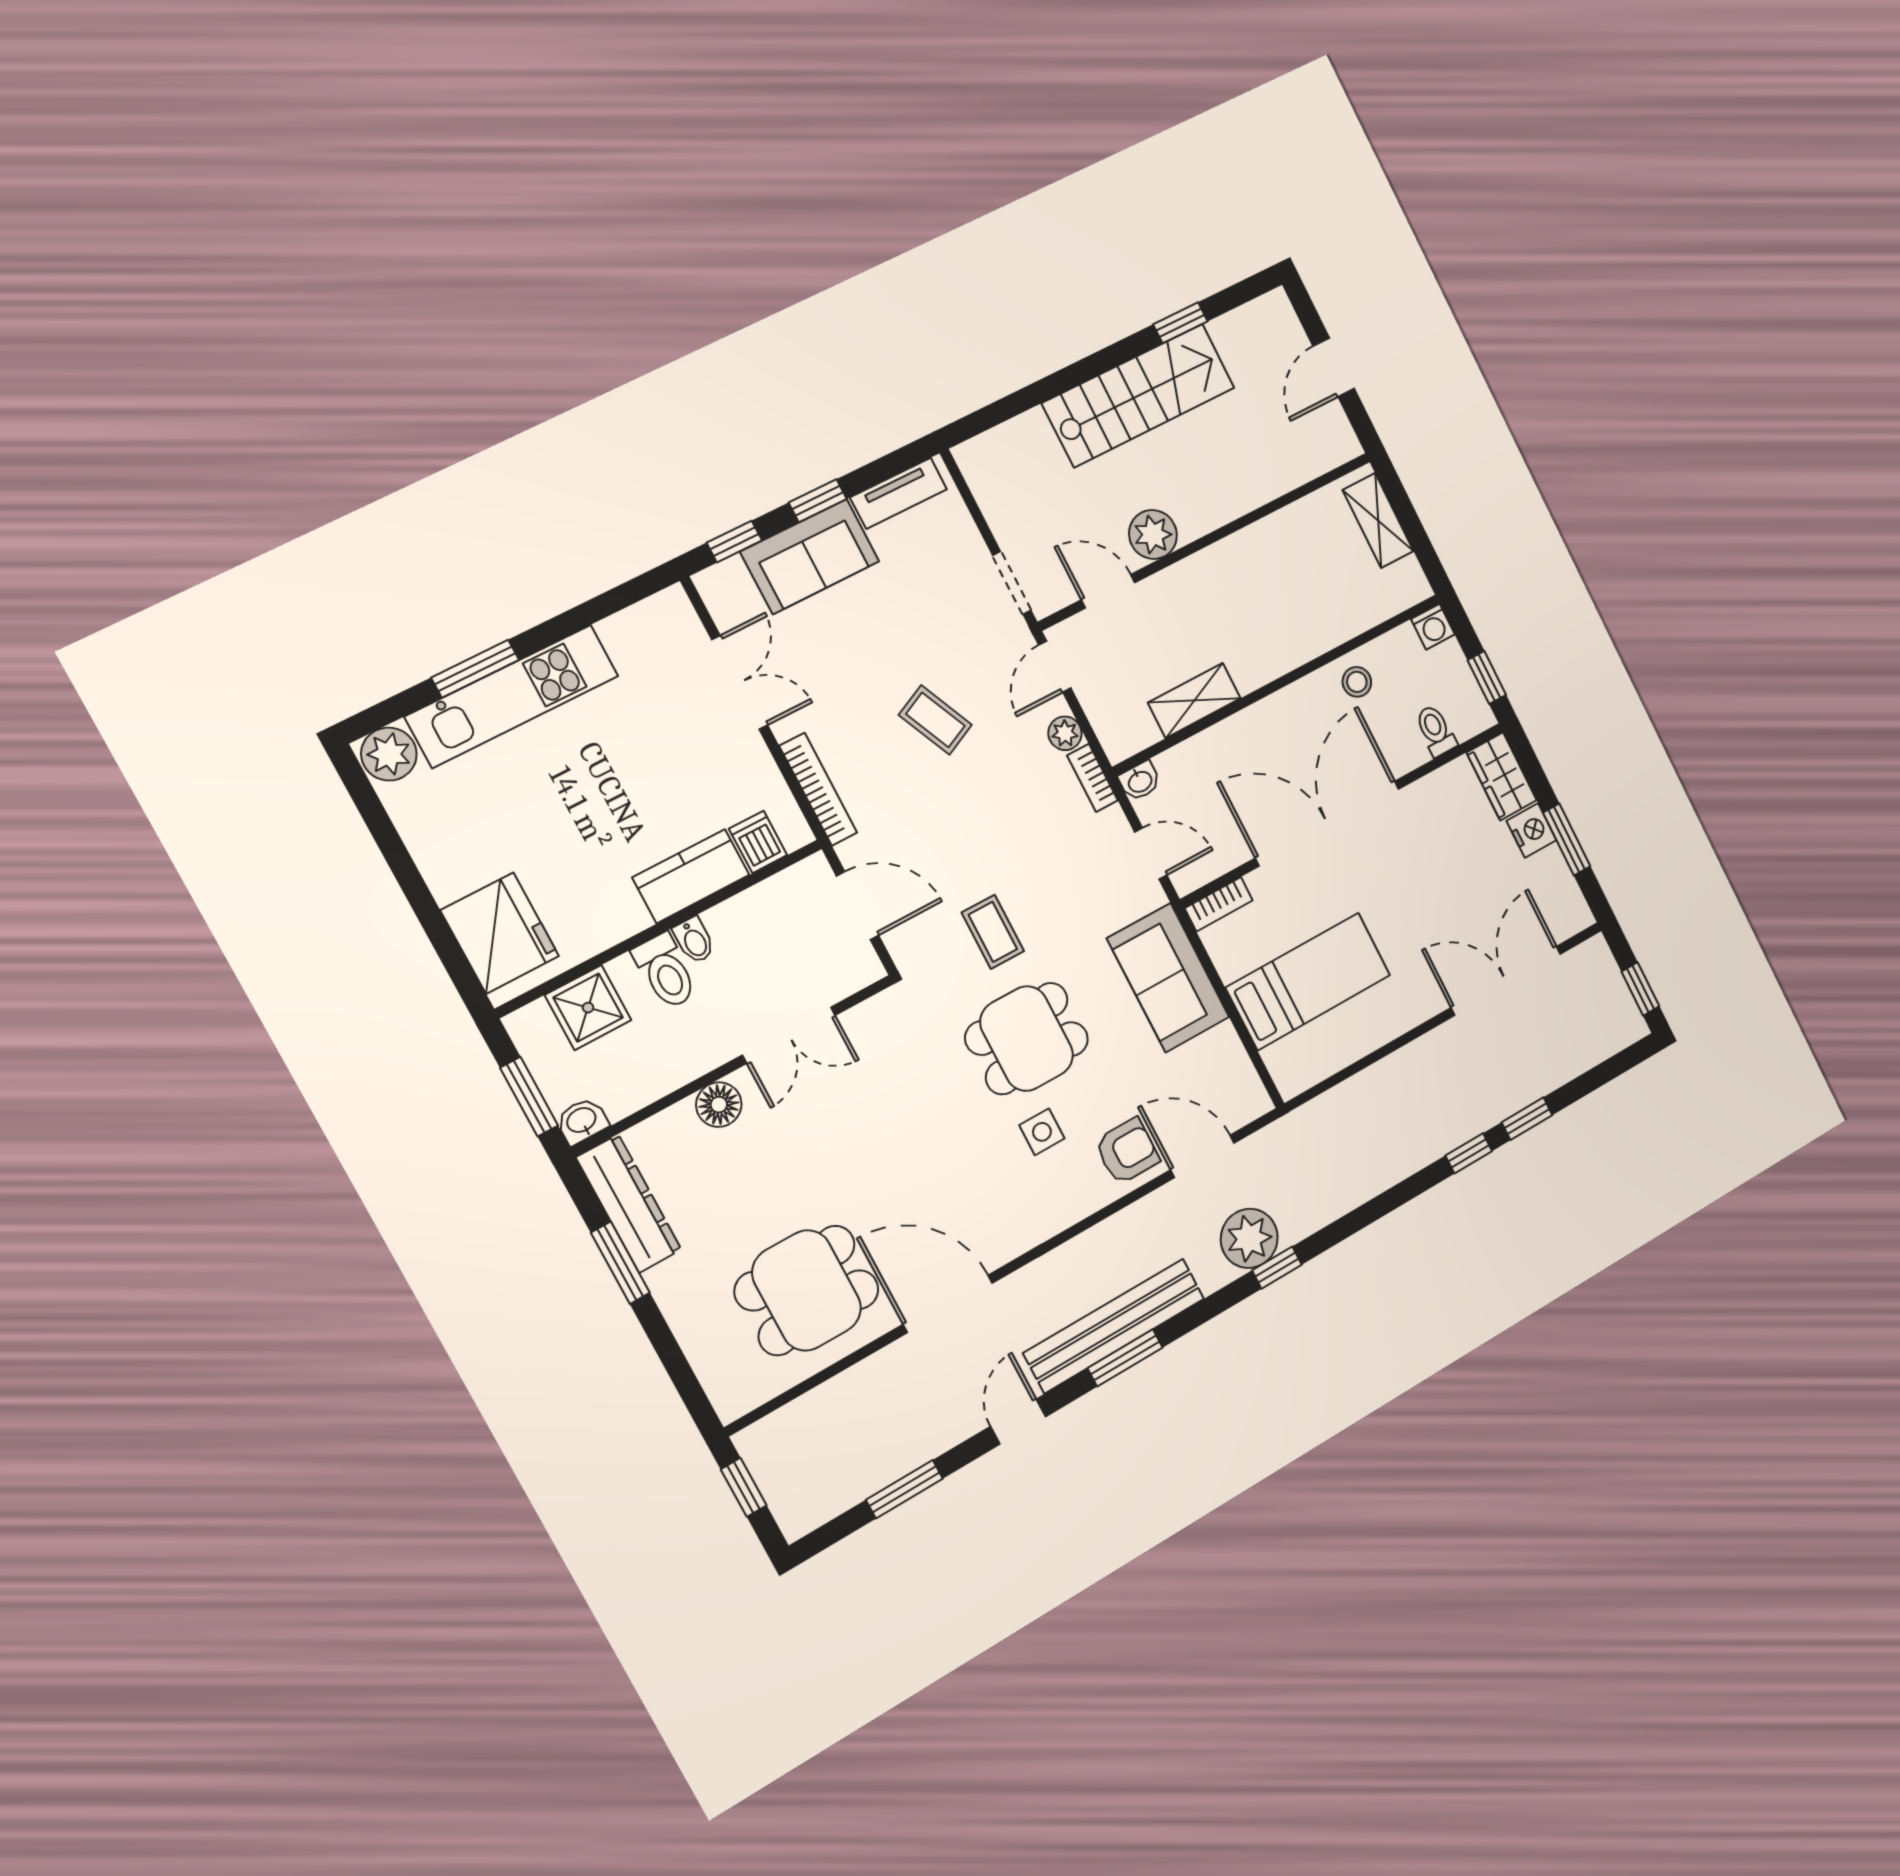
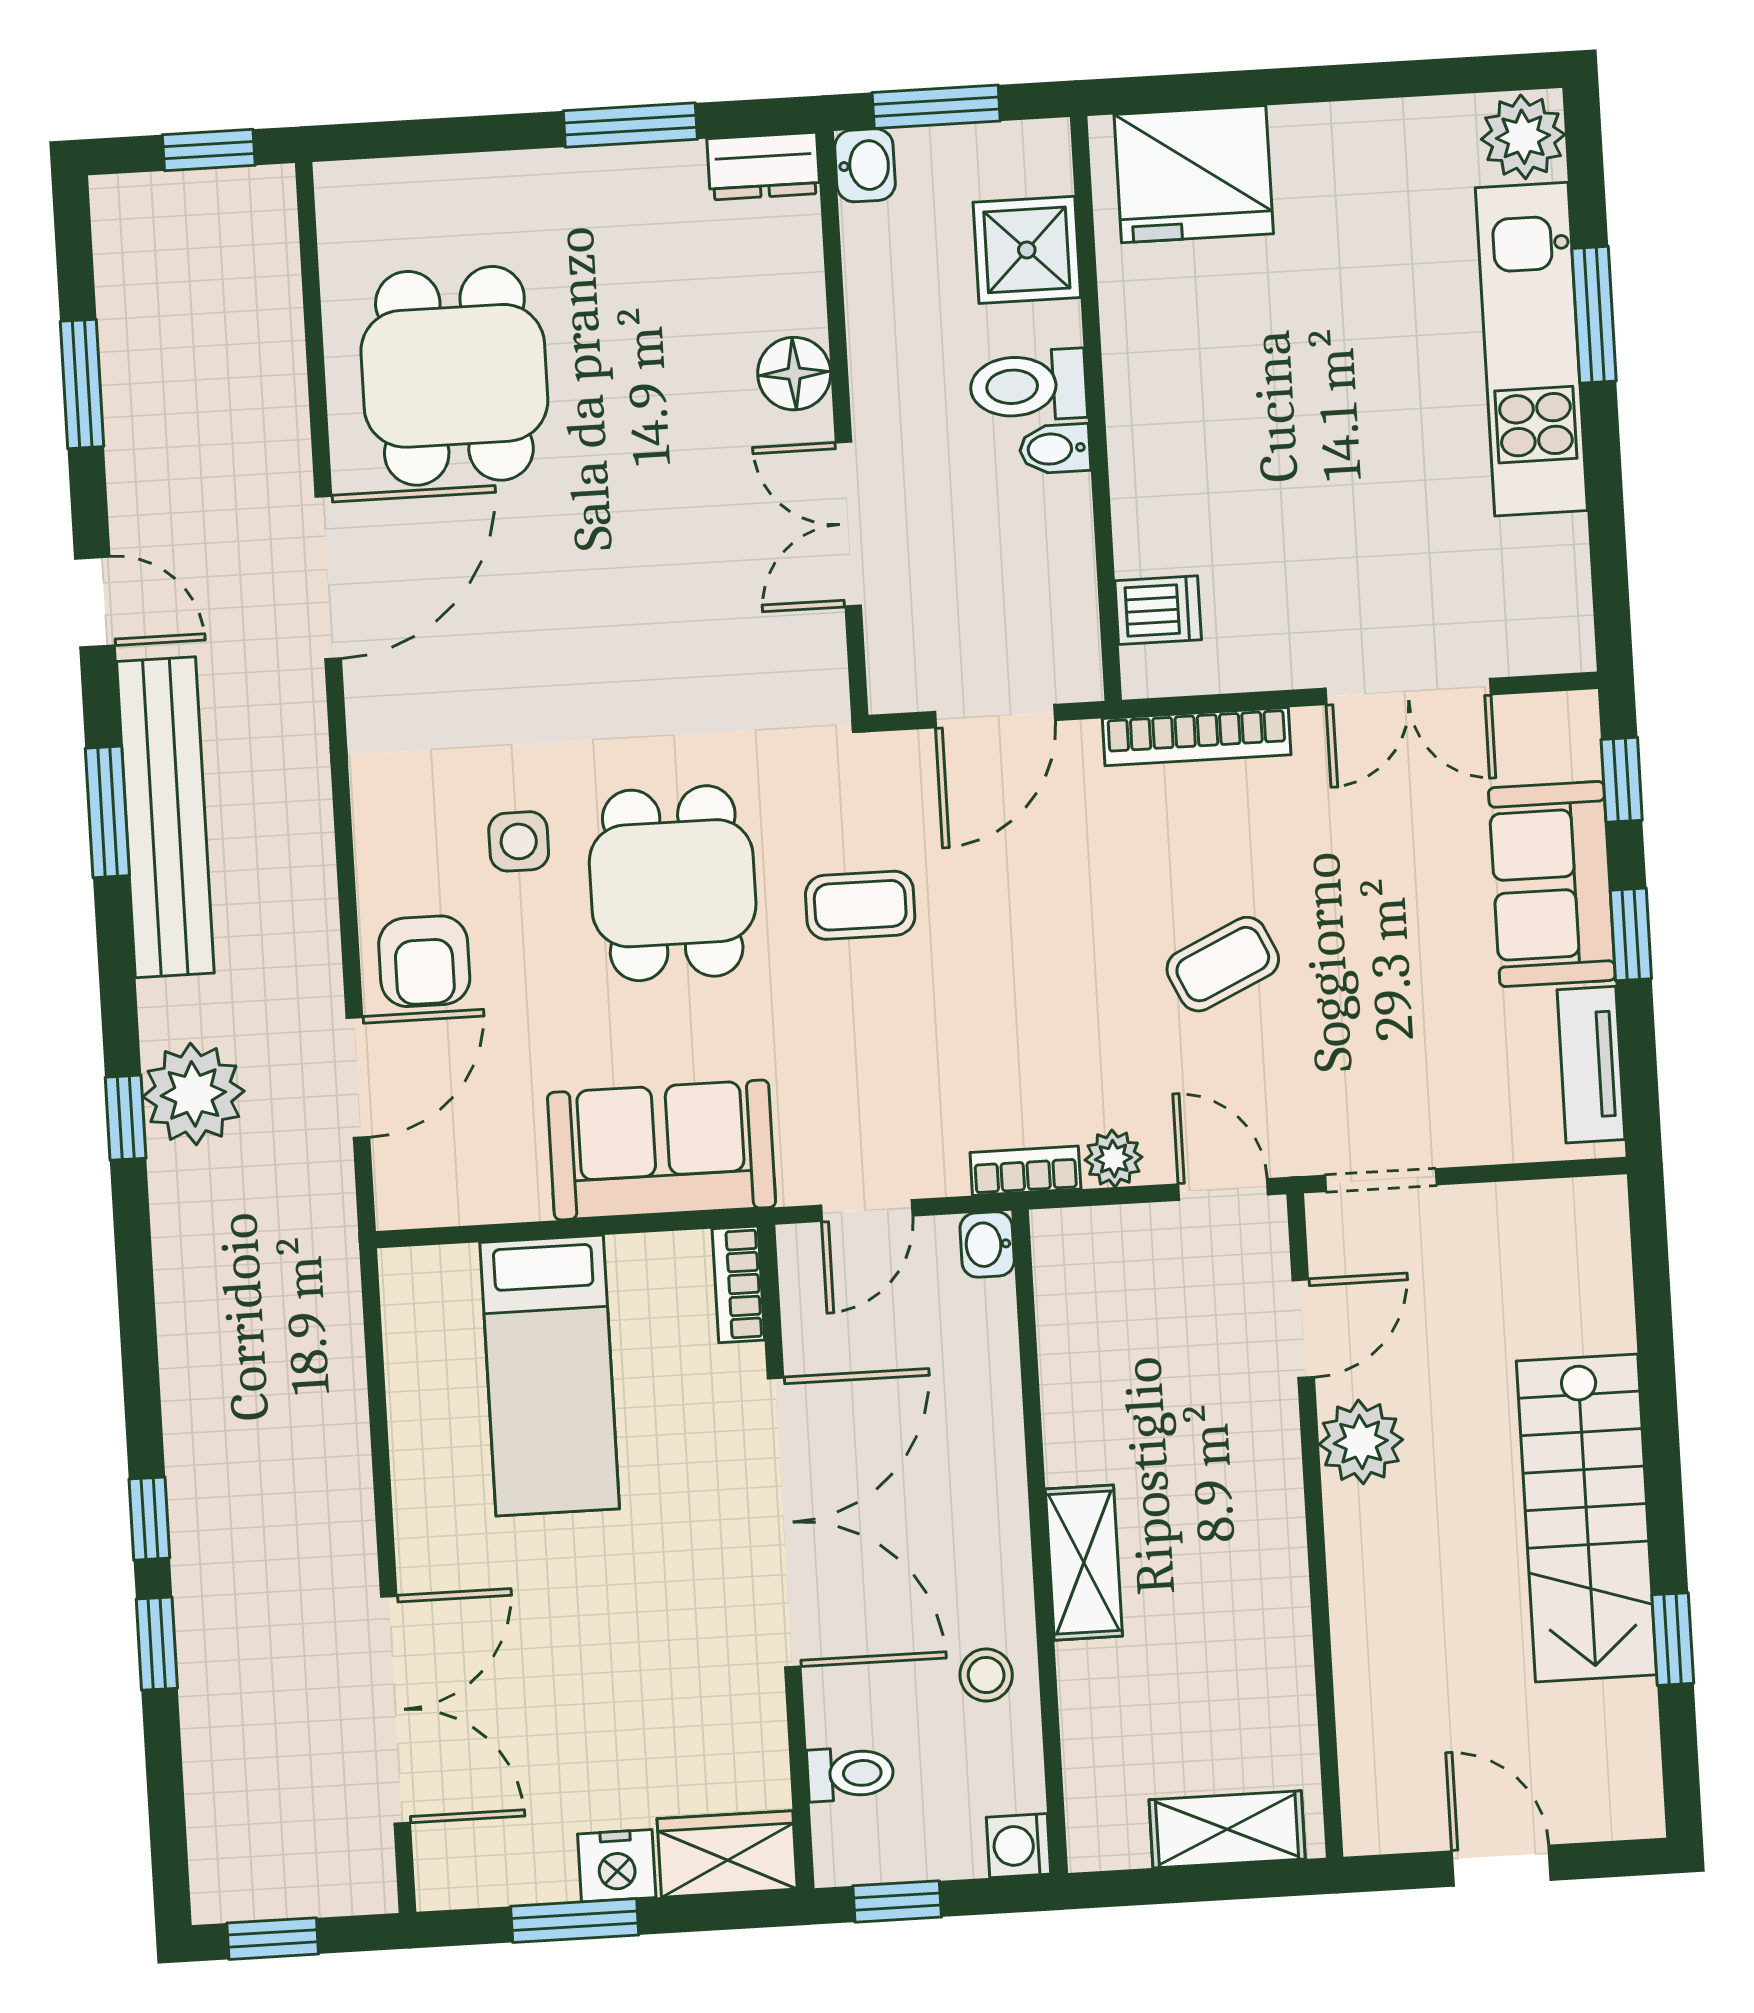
shelving: (1194, 701) -> (1084, 1563), moved
kitchen counter: (691, 876) -> (1152, 488), removed
dresser: (629, 1204) -> (763, 166), width x0.51, depth x0.80

